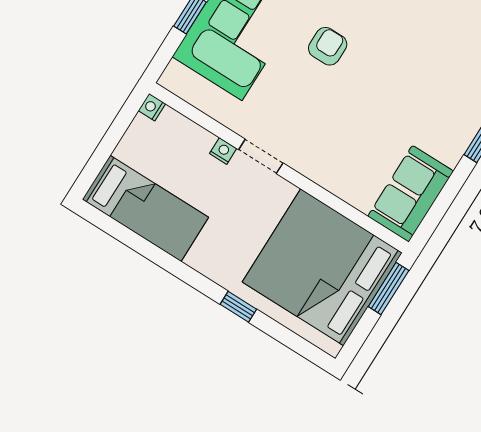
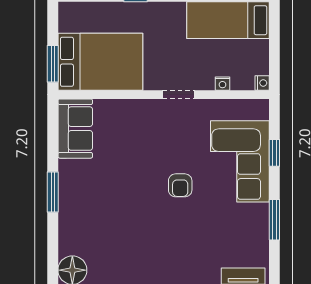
nightstand: (223, 151) -> (222, 84), moved
bed: (322, 267) -> (100, 62), width x0.73

